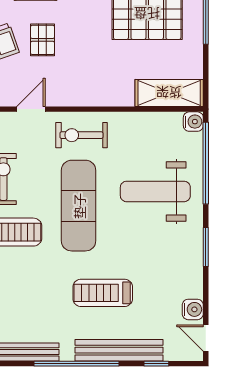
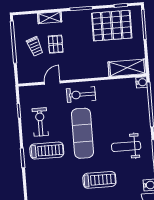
weight bench: (155, 191) -> (126, 146), moved, width x0.73, depth x0.75
treadmill: (103, 293) -> (99, 180), turned 180

